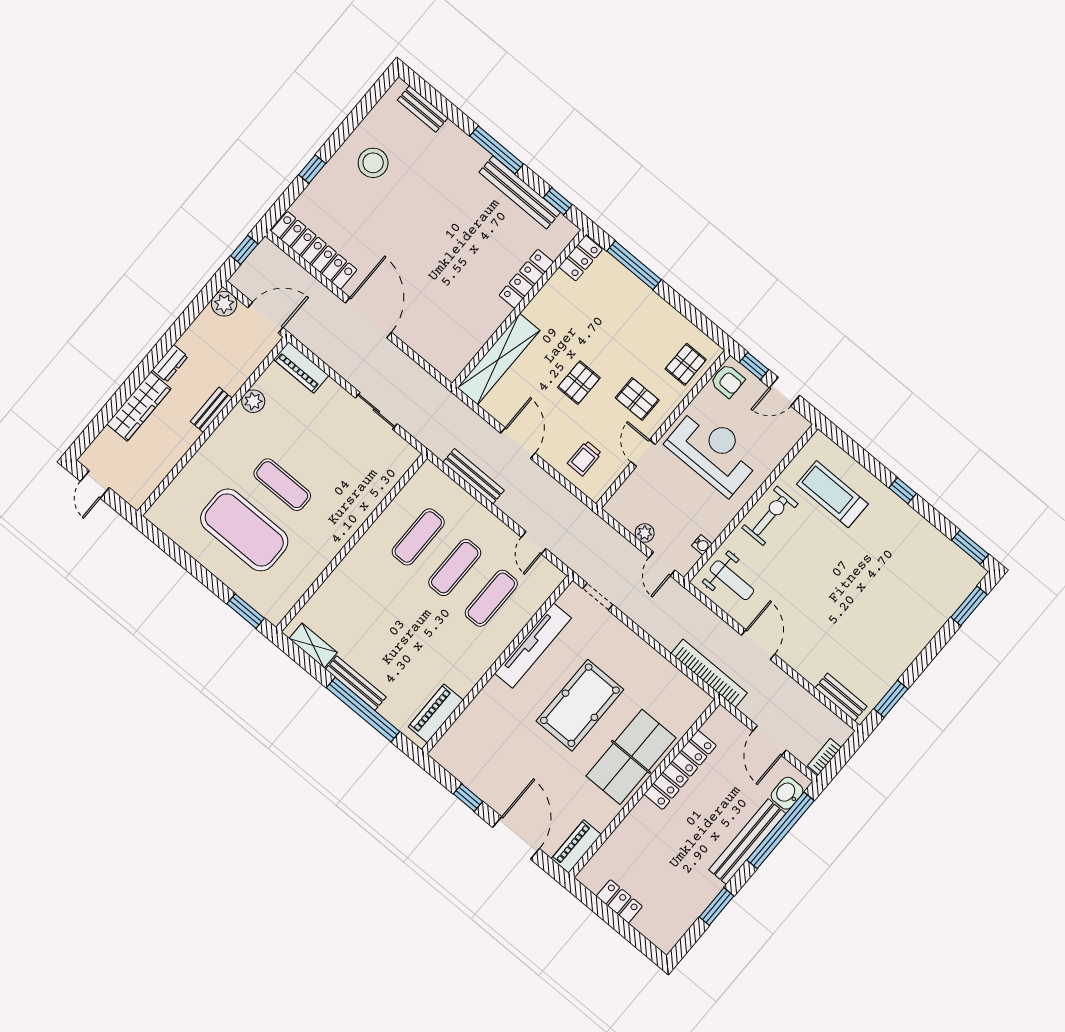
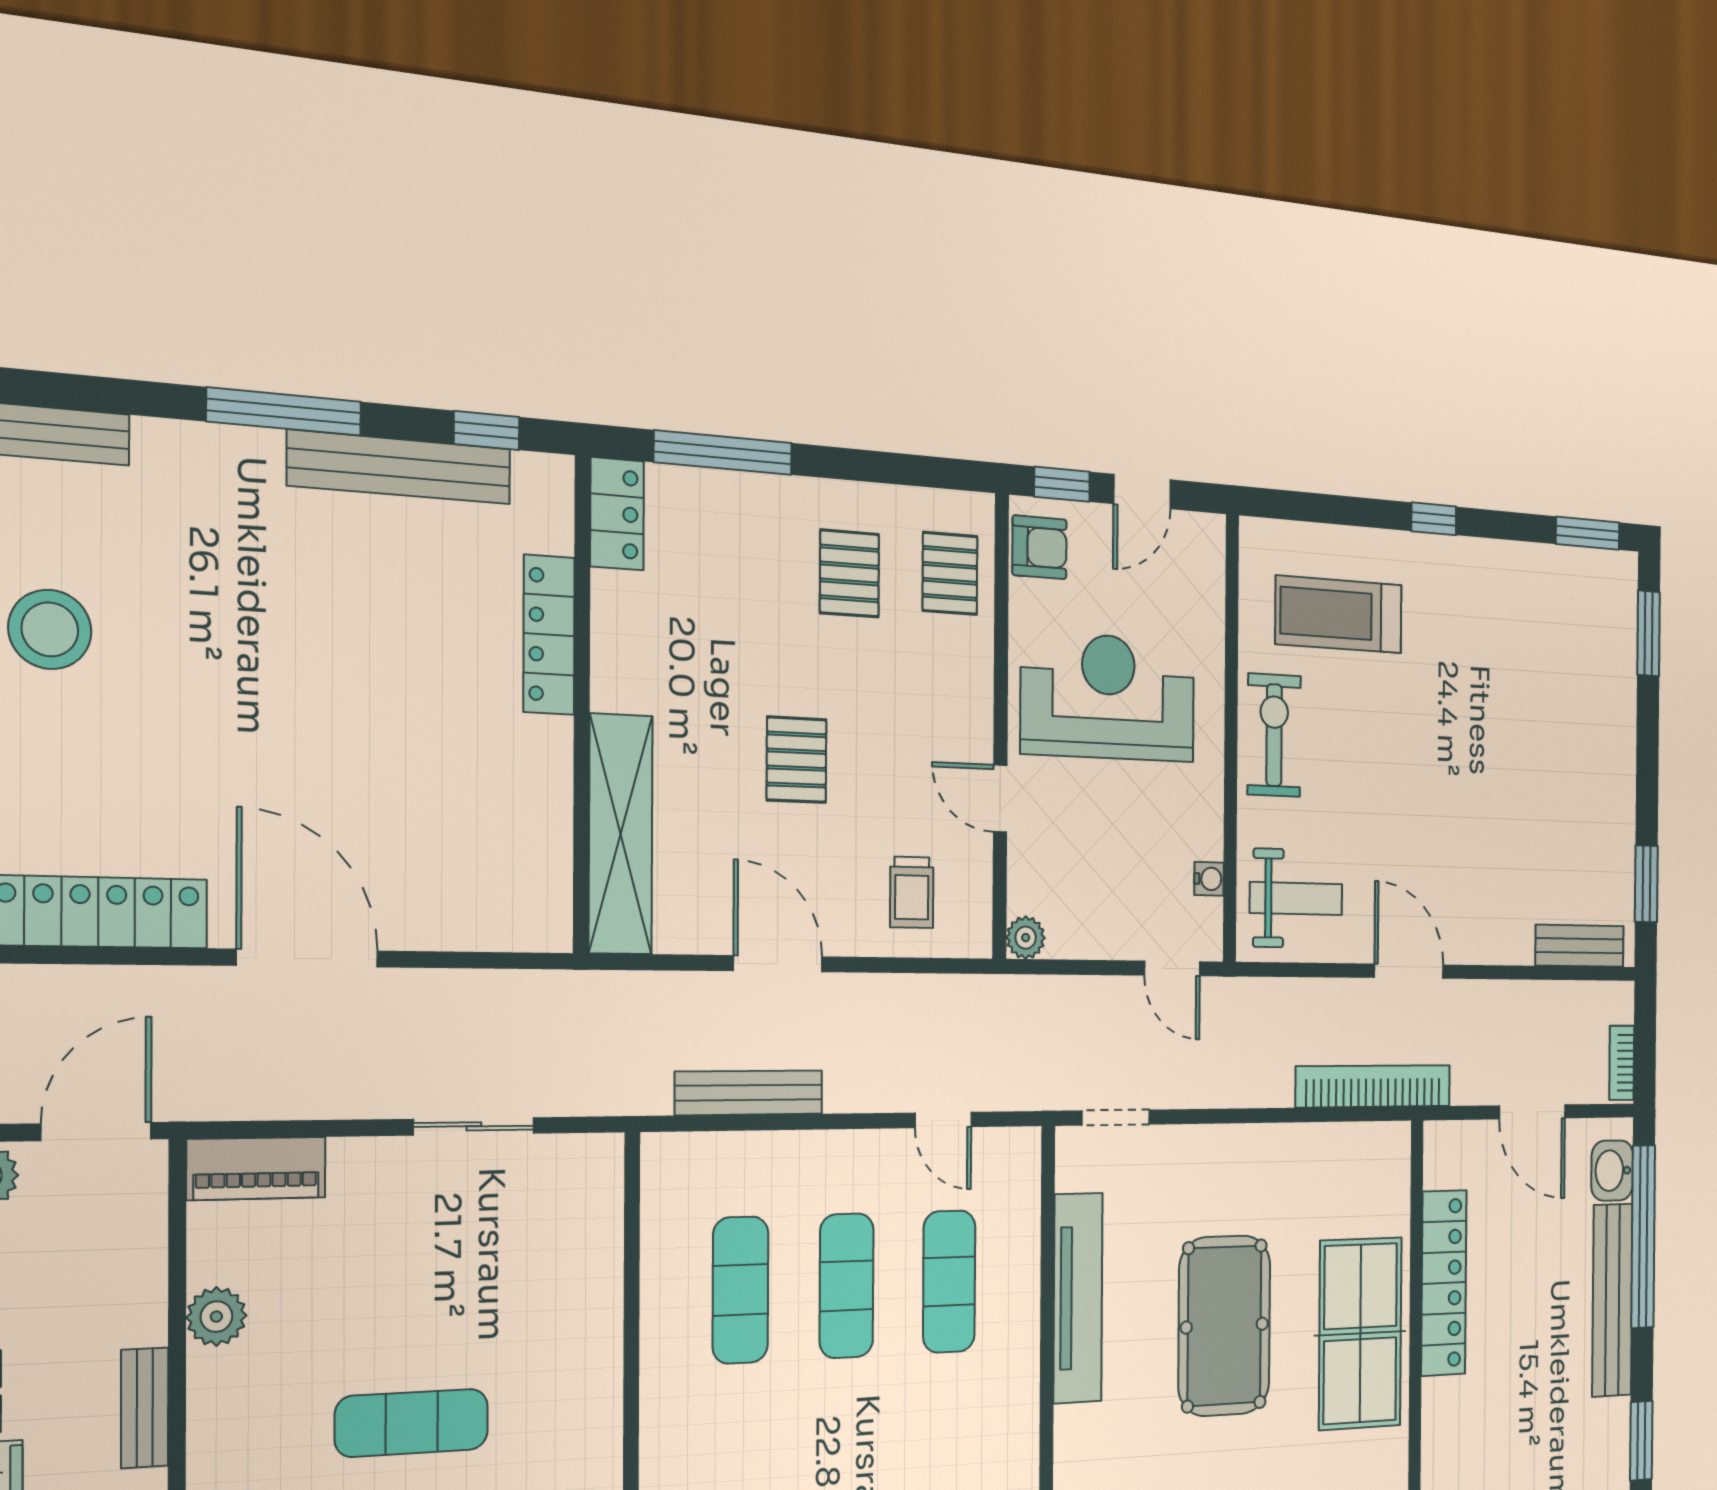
pallet: (637, 399) -> (849, 574), moved, turned 90
plant: (645, 533) -> (1026, 938), moved

